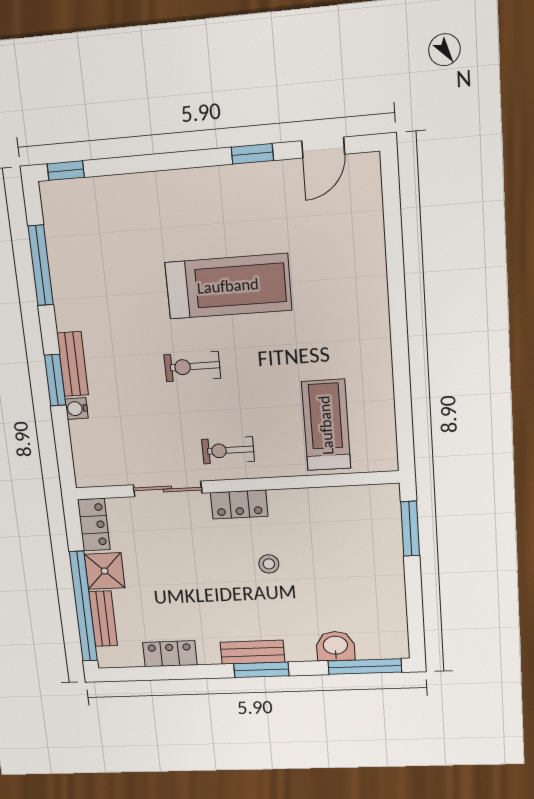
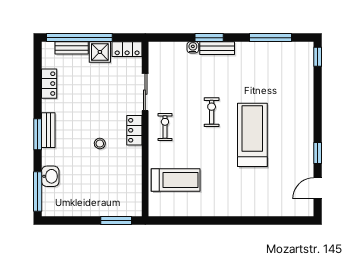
door: (323, 148) -> (318, 188), hinge flipped
treadmill: (228, 286) -> (252, 135), turned 180

